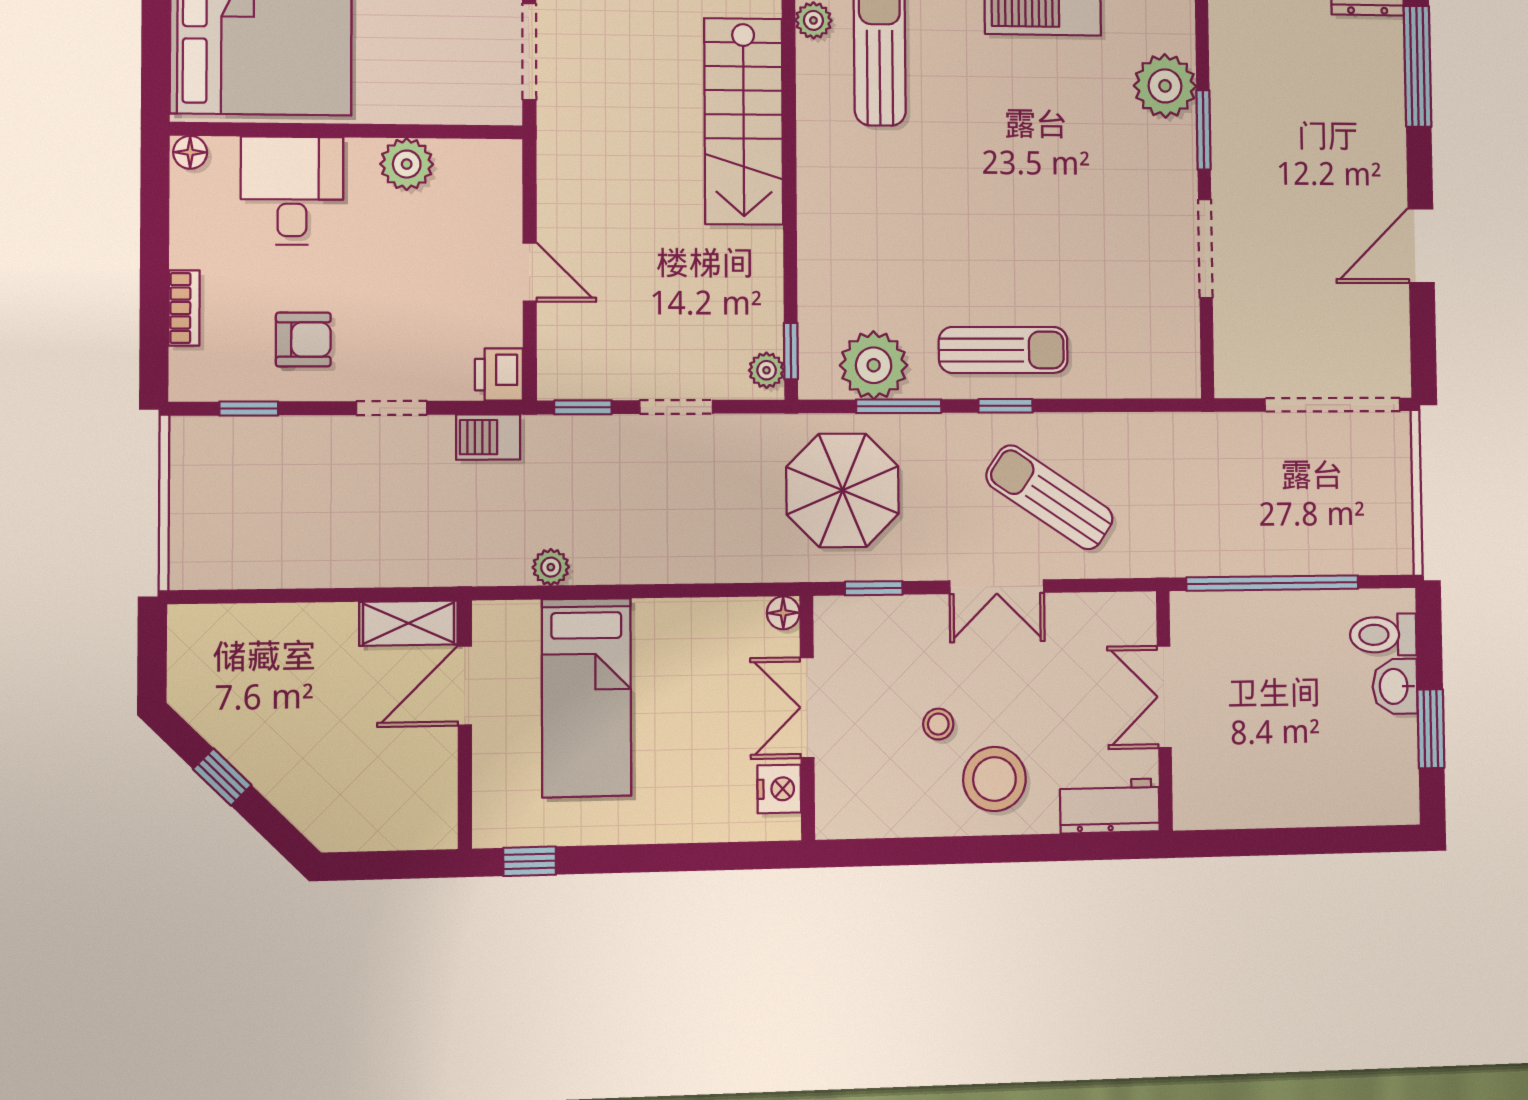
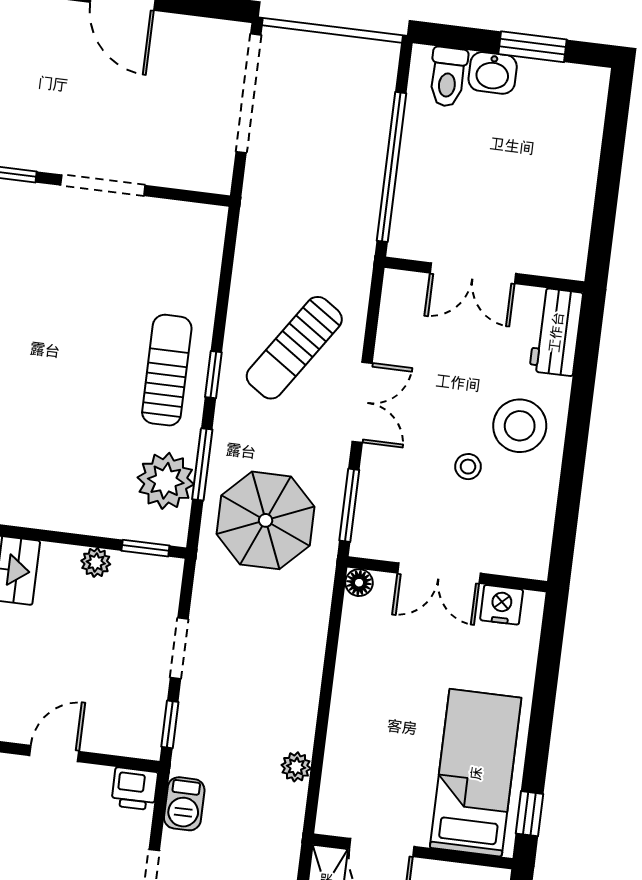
plant: (767, 370) -> (96, 562), moved
window: (874, 588) -> (349, 505), width x1.50
bed: (587, 697) -> (476, 773), moved, turned -90

